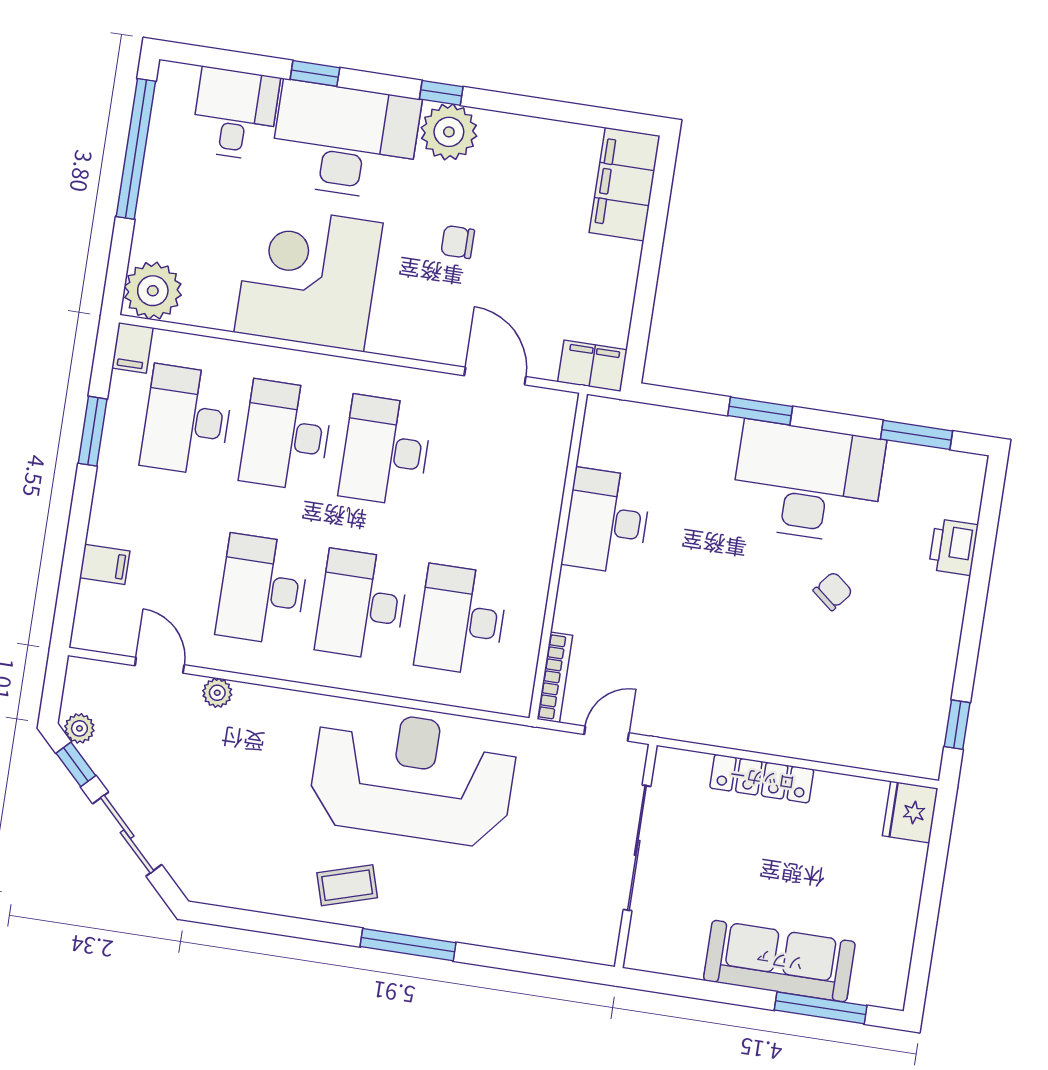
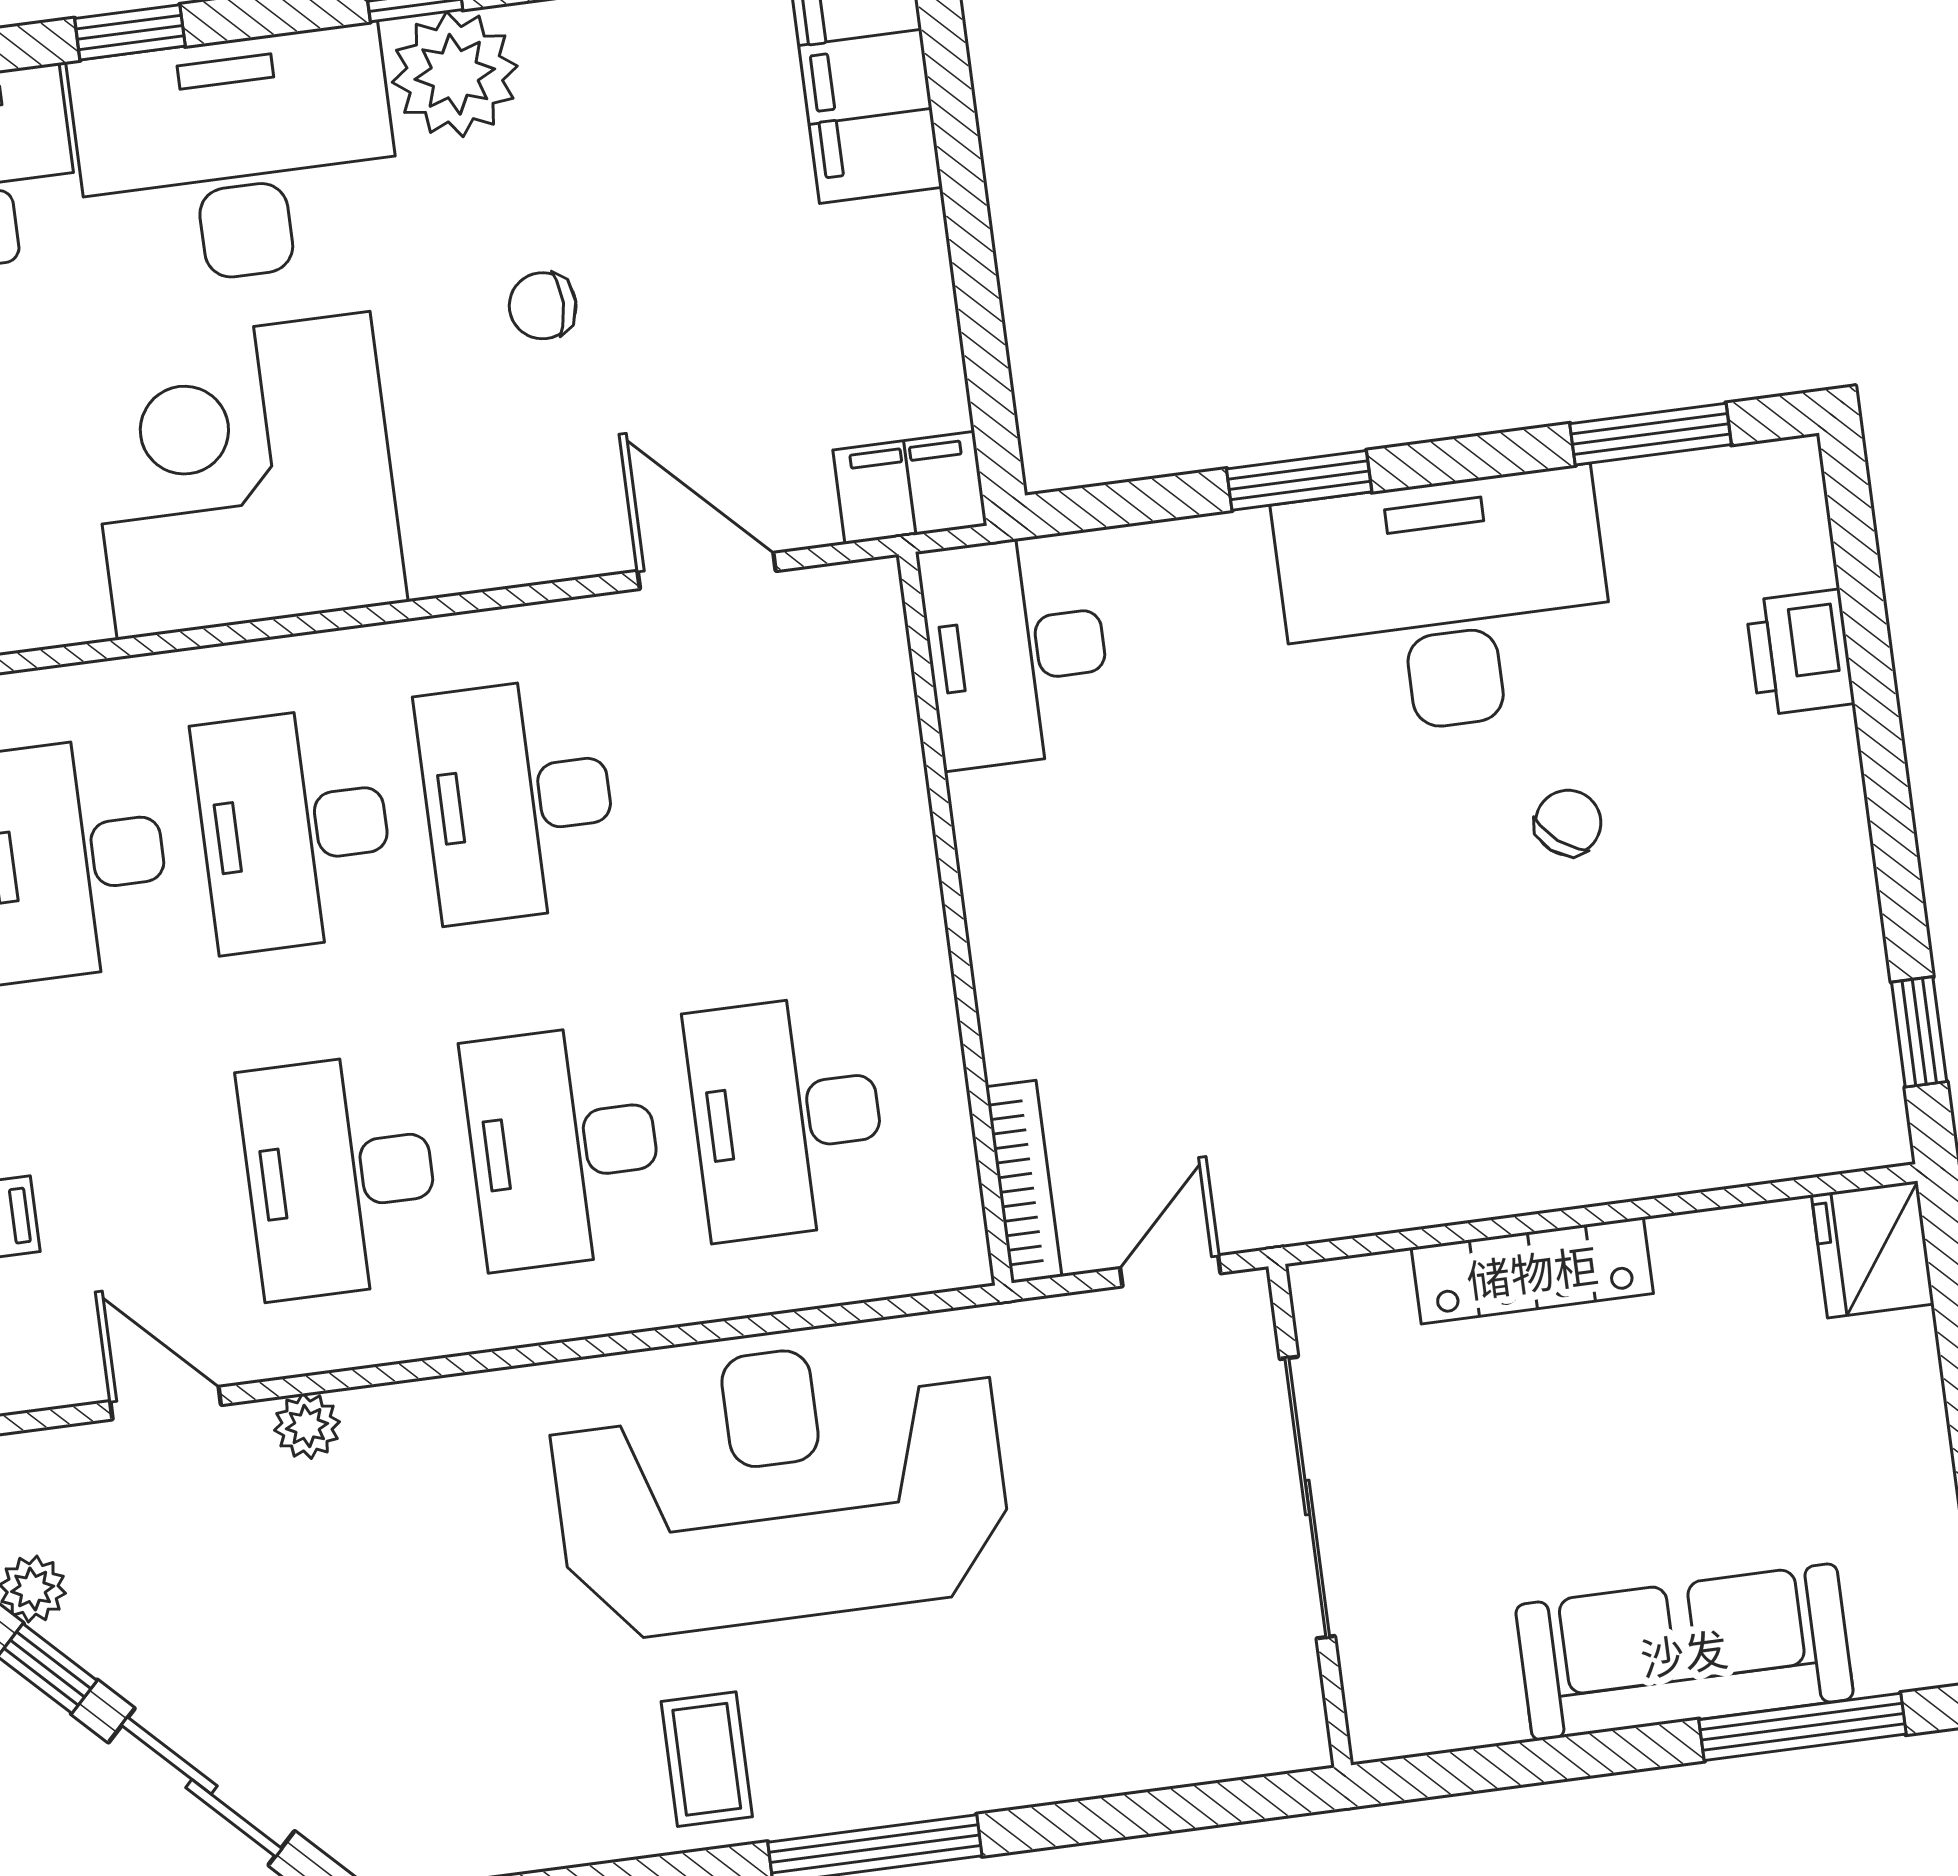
desk: (607, 521) -> (1016, 651), moved
coffee table: (347, 885) -> (707, 1759), turned -73

